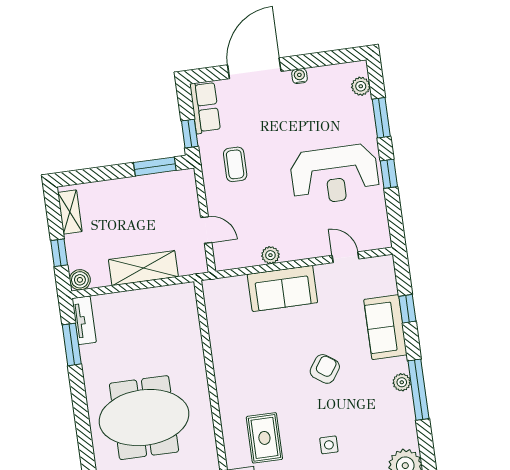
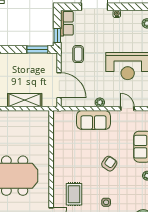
door: (206, 230) -> (59, 85), width x1.88
plant: (270, 255) -> (100, 102), moved

